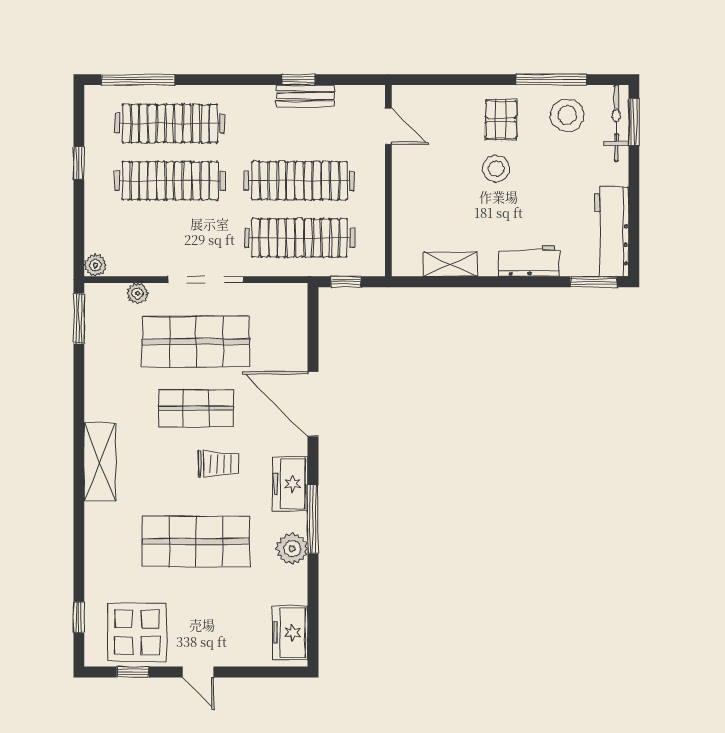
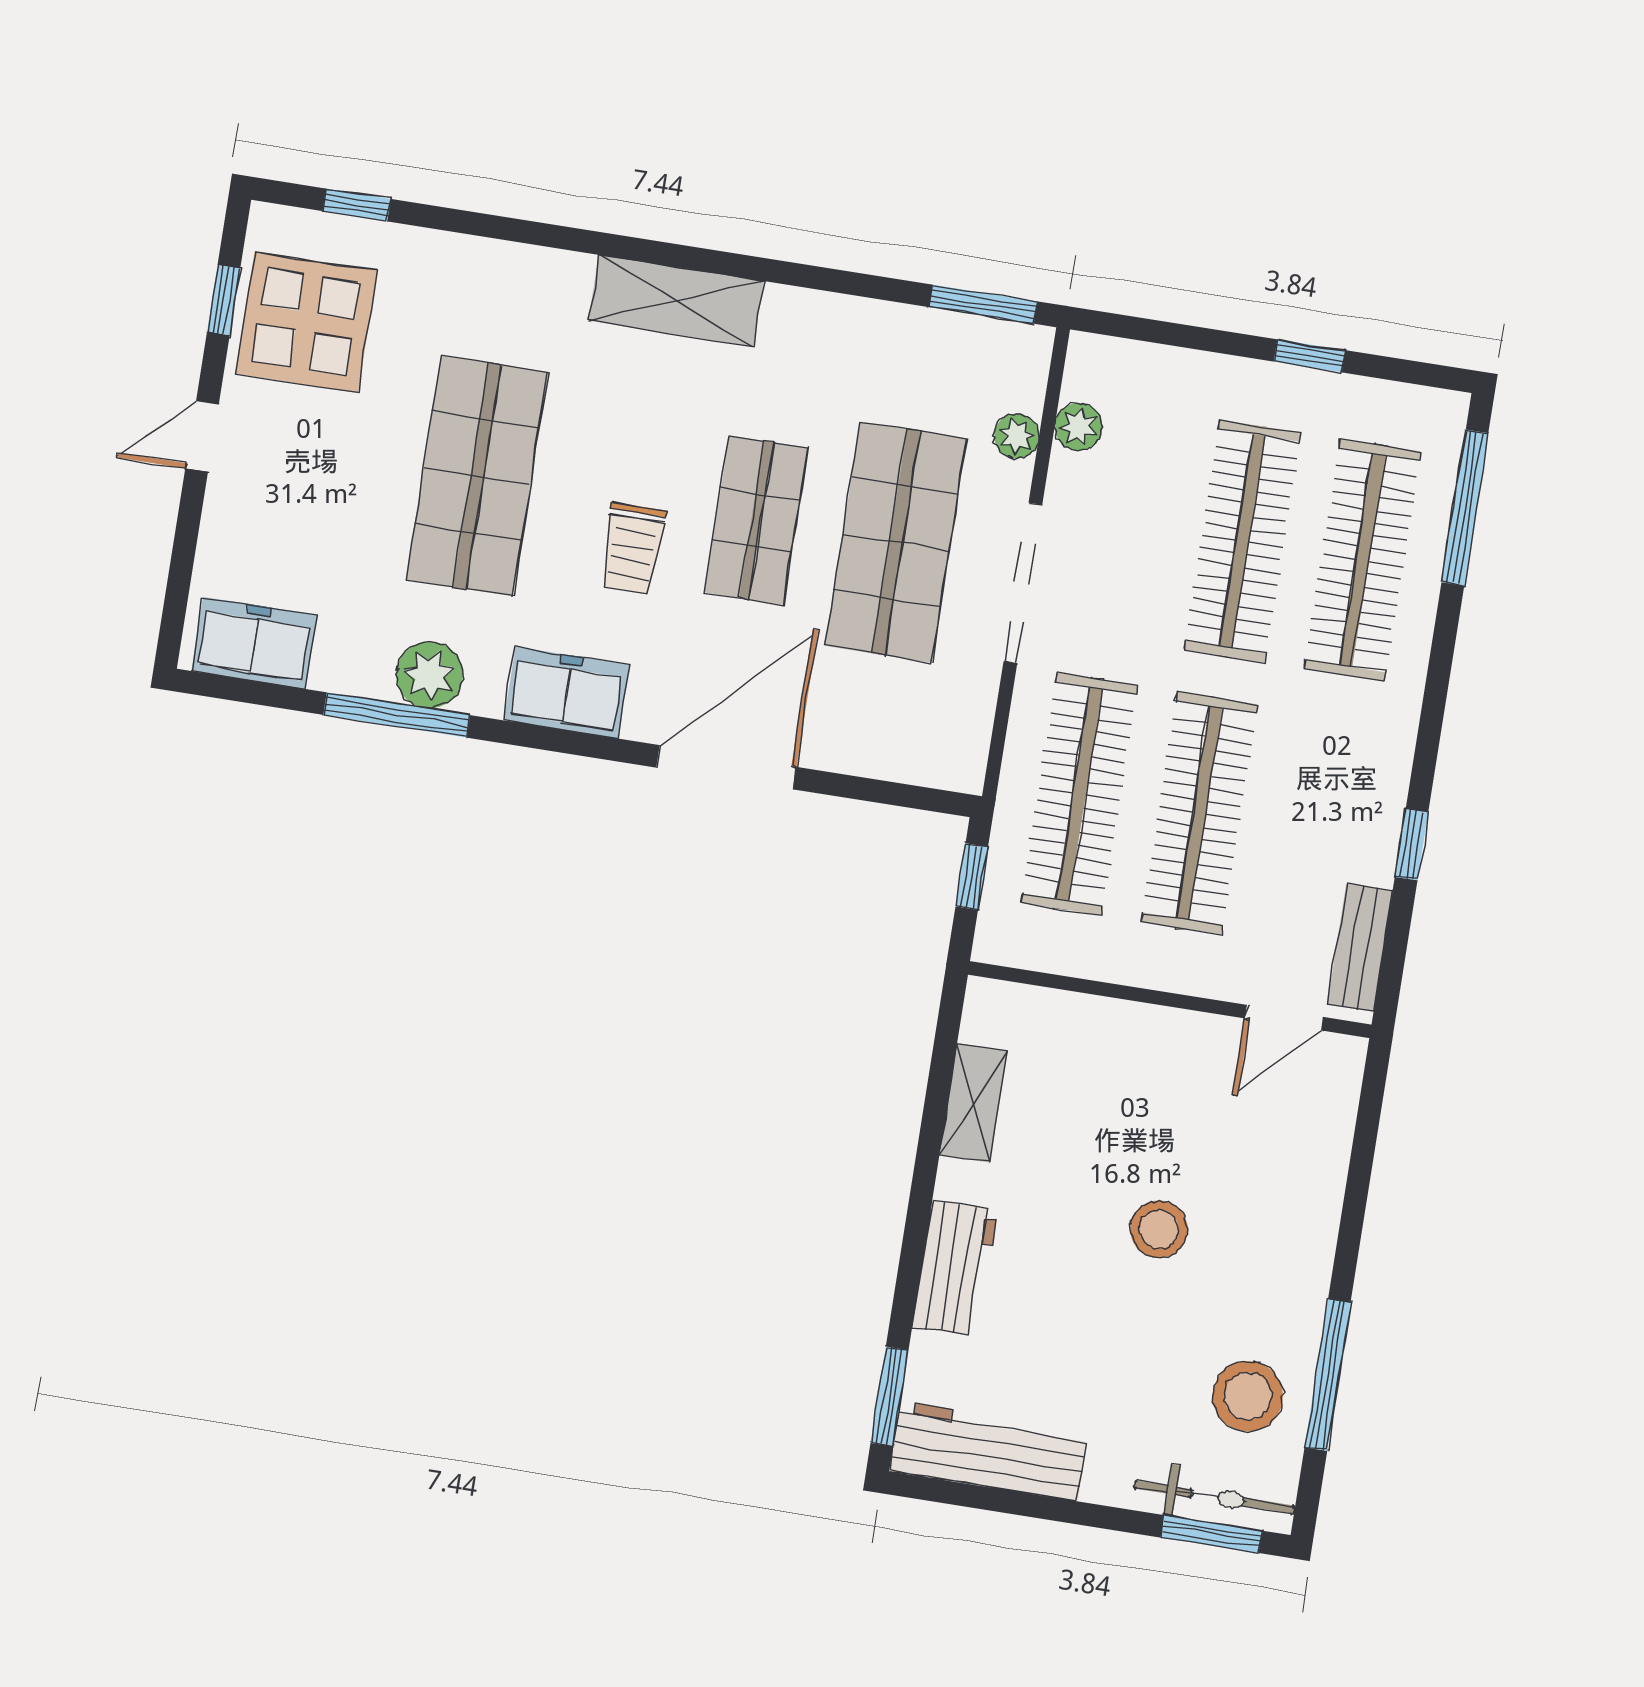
bench: (305, 96) -> (1360, 948), moved
pallet: (501, 120) -> (1260, 1256), removed
plant: (95, 265) -> (1079, 427), moved
window: (313, 519) -> (397, 715), moved

